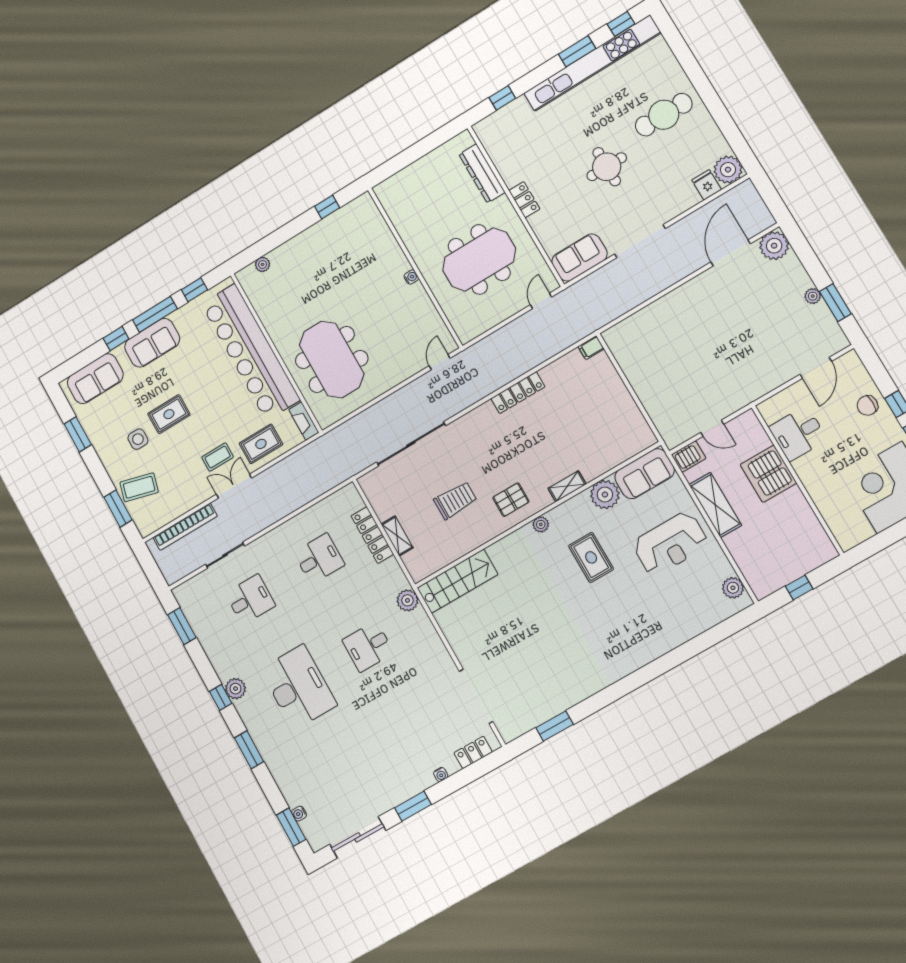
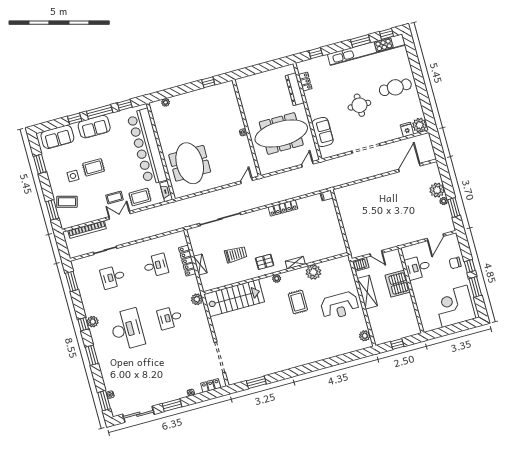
locker: (524, 200) -> (305, 82), moved
plant: (774, 246) -> (437, 190), moved
sofa: (579, 258) -> (323, 132), moved, turned 90
meeting table: (479, 259) -> (281, 134), width x1.36
sofa: (645, 474) -> (336, 267), removed
stairs: (457, 581) -> (234, 298), width x1.36, depth x1.51
desk: (250, 599) -> (113, 277), turned 180

